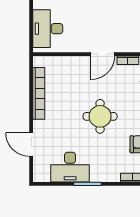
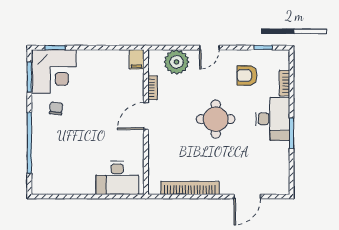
door: (103, 54) -> (146, 116), swing flipped
desk: (70, 167) -> (273, 119), moved

